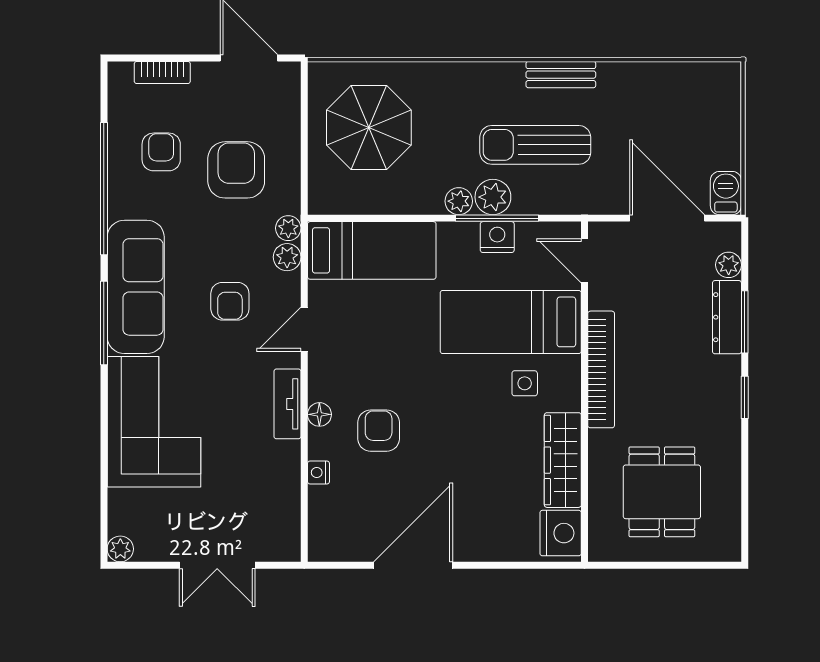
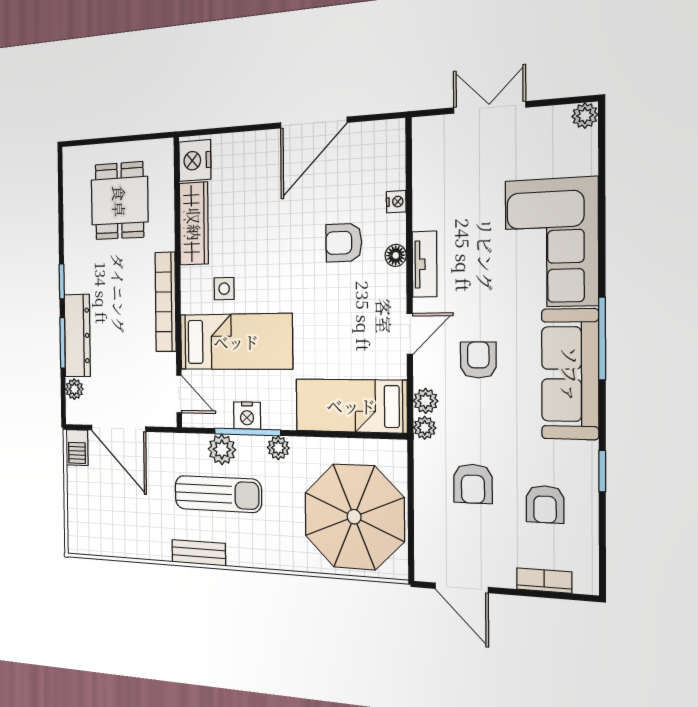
parasol: (369, 128) -> (354, 517), width x1.36, depth x1.36
armchair: (236, 170) -> (473, 484), width x0.72, depth x0.72
window: (104, 189) -> (602, 471), width x0.32
plant: (493, 197) -> (222, 449), moved
dresser: (727, 317) -> (77, 336), width x1.37, depth x1.24
armchair: (379, 431) -> (344, 243), turned 90

